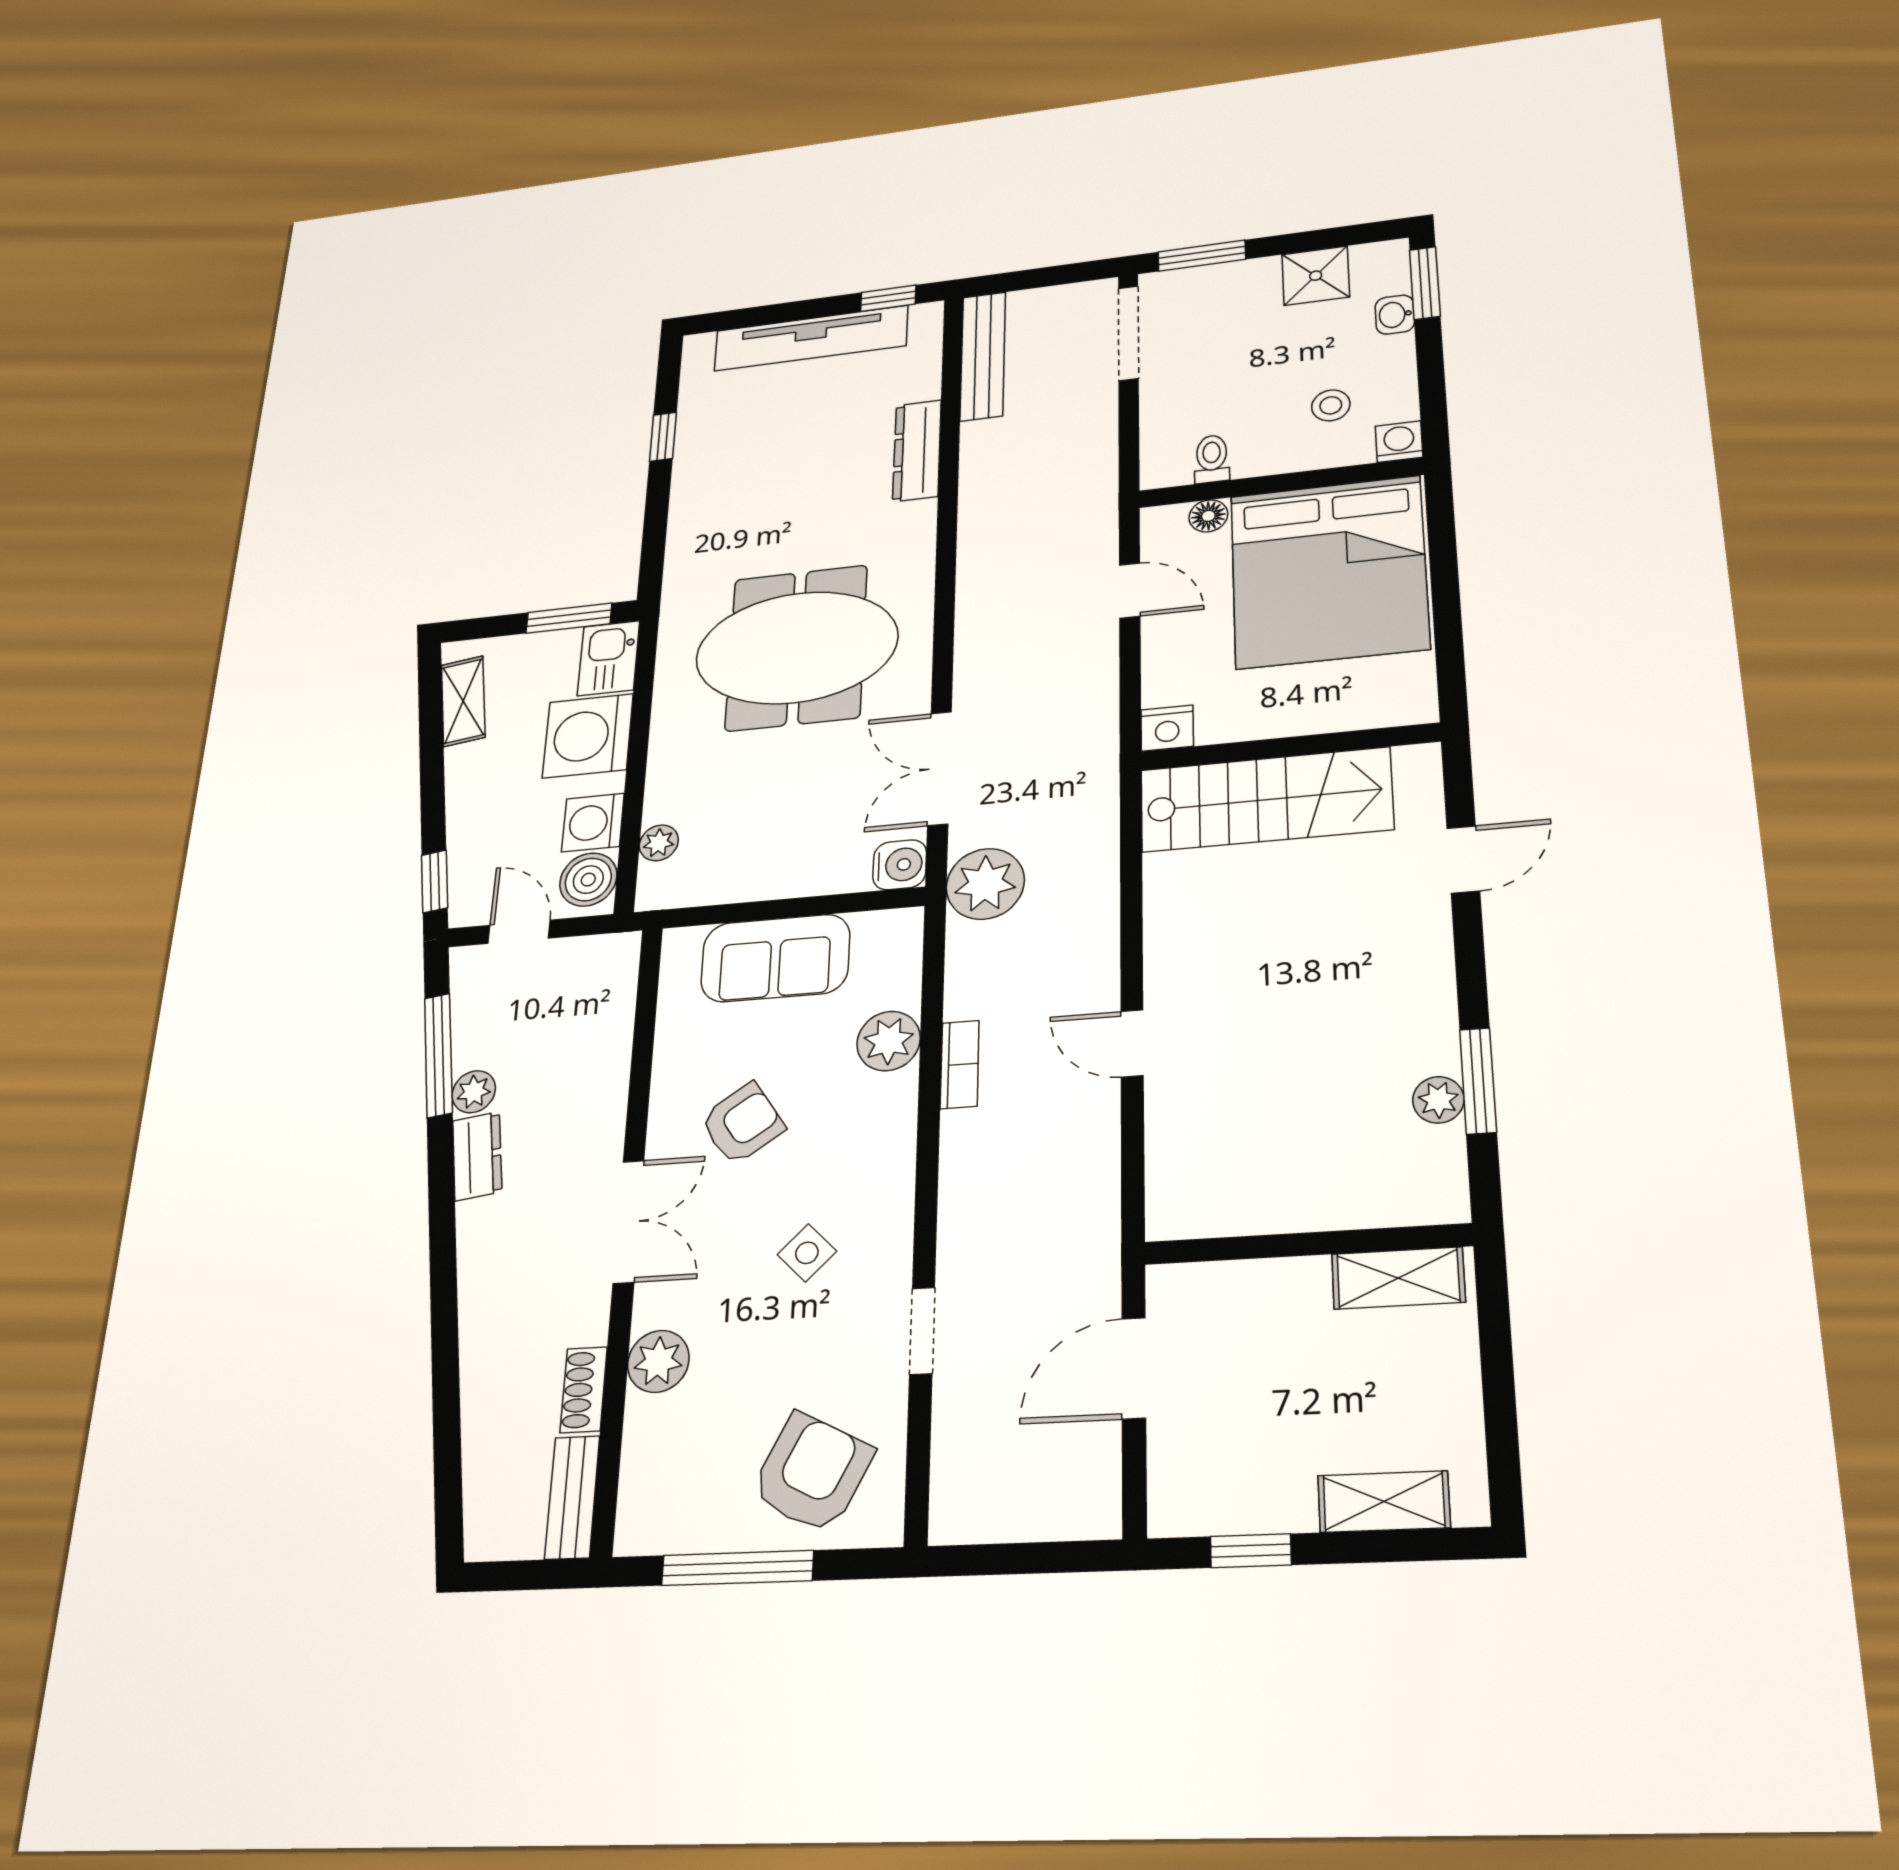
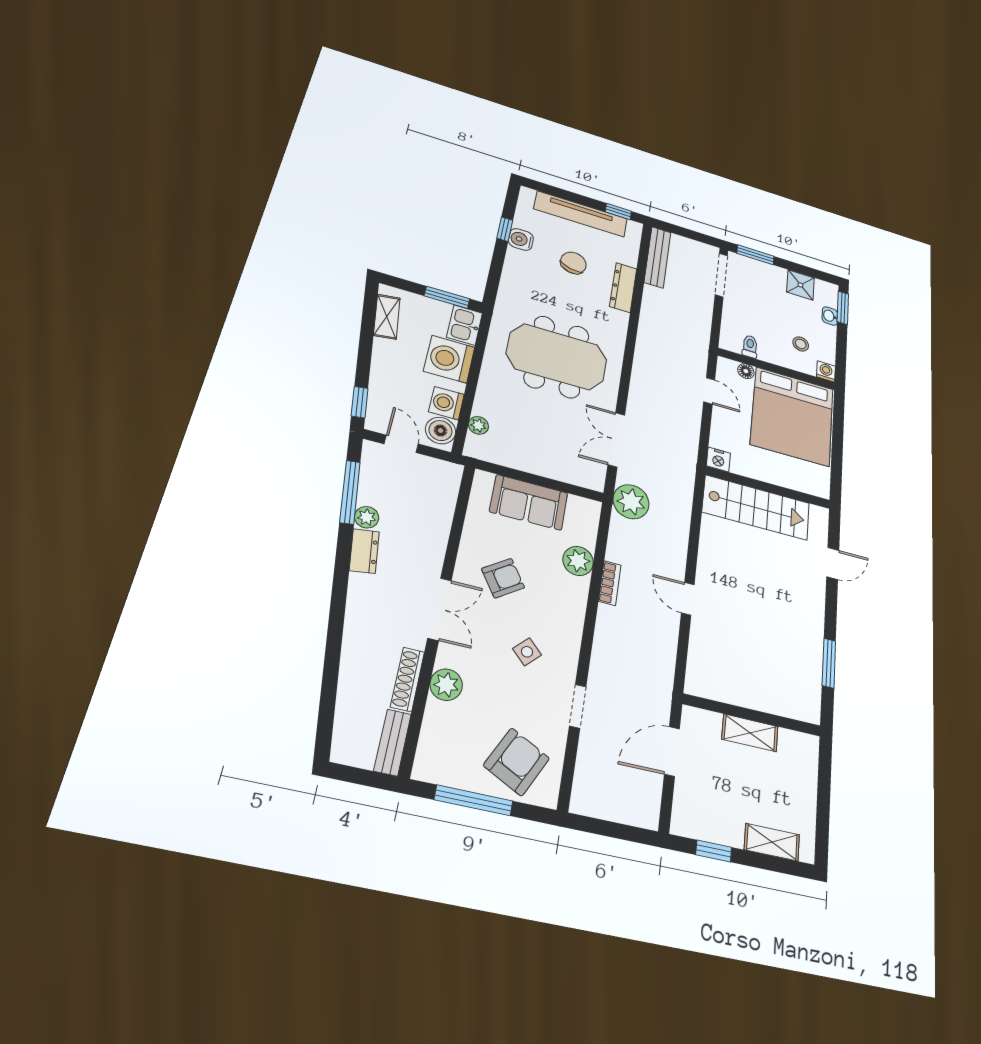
chair: (808, 445) -> (573, 263), added
water cooler: (900, 865) -> (521, 239), moved, turned 180
plant: (1438, 1100) -> (812, 667), removed
shelving: (1398, 1278) -> (750, 733), moved
shoe rack: (584, 1390) -> (408, 679), width x1.43

